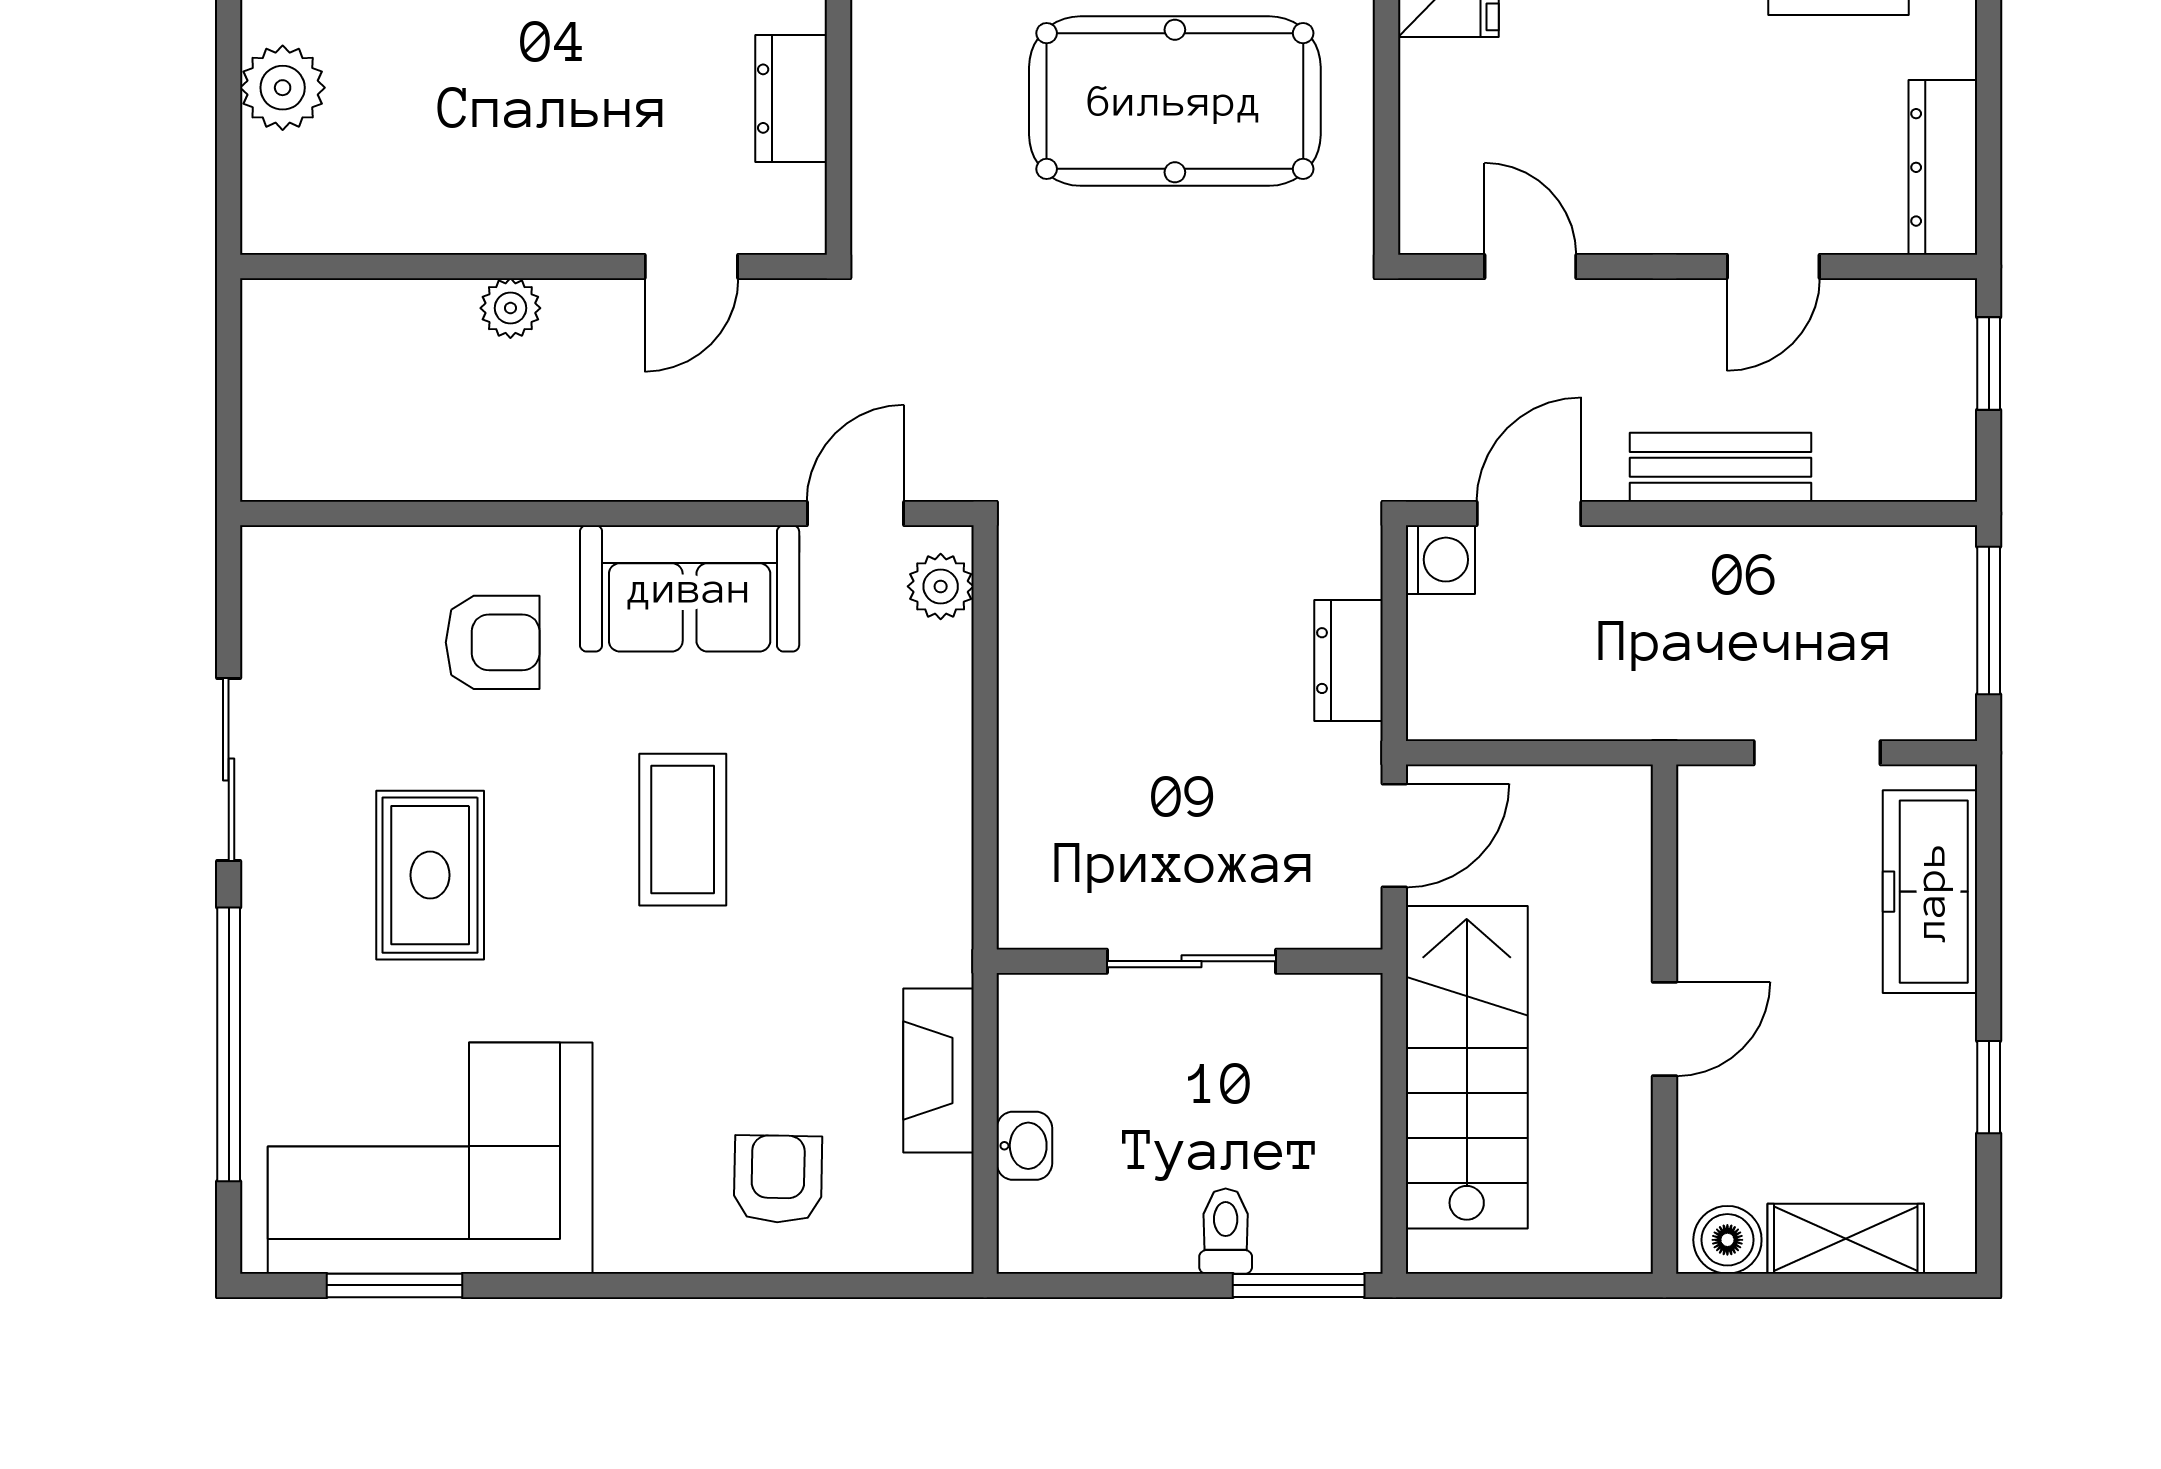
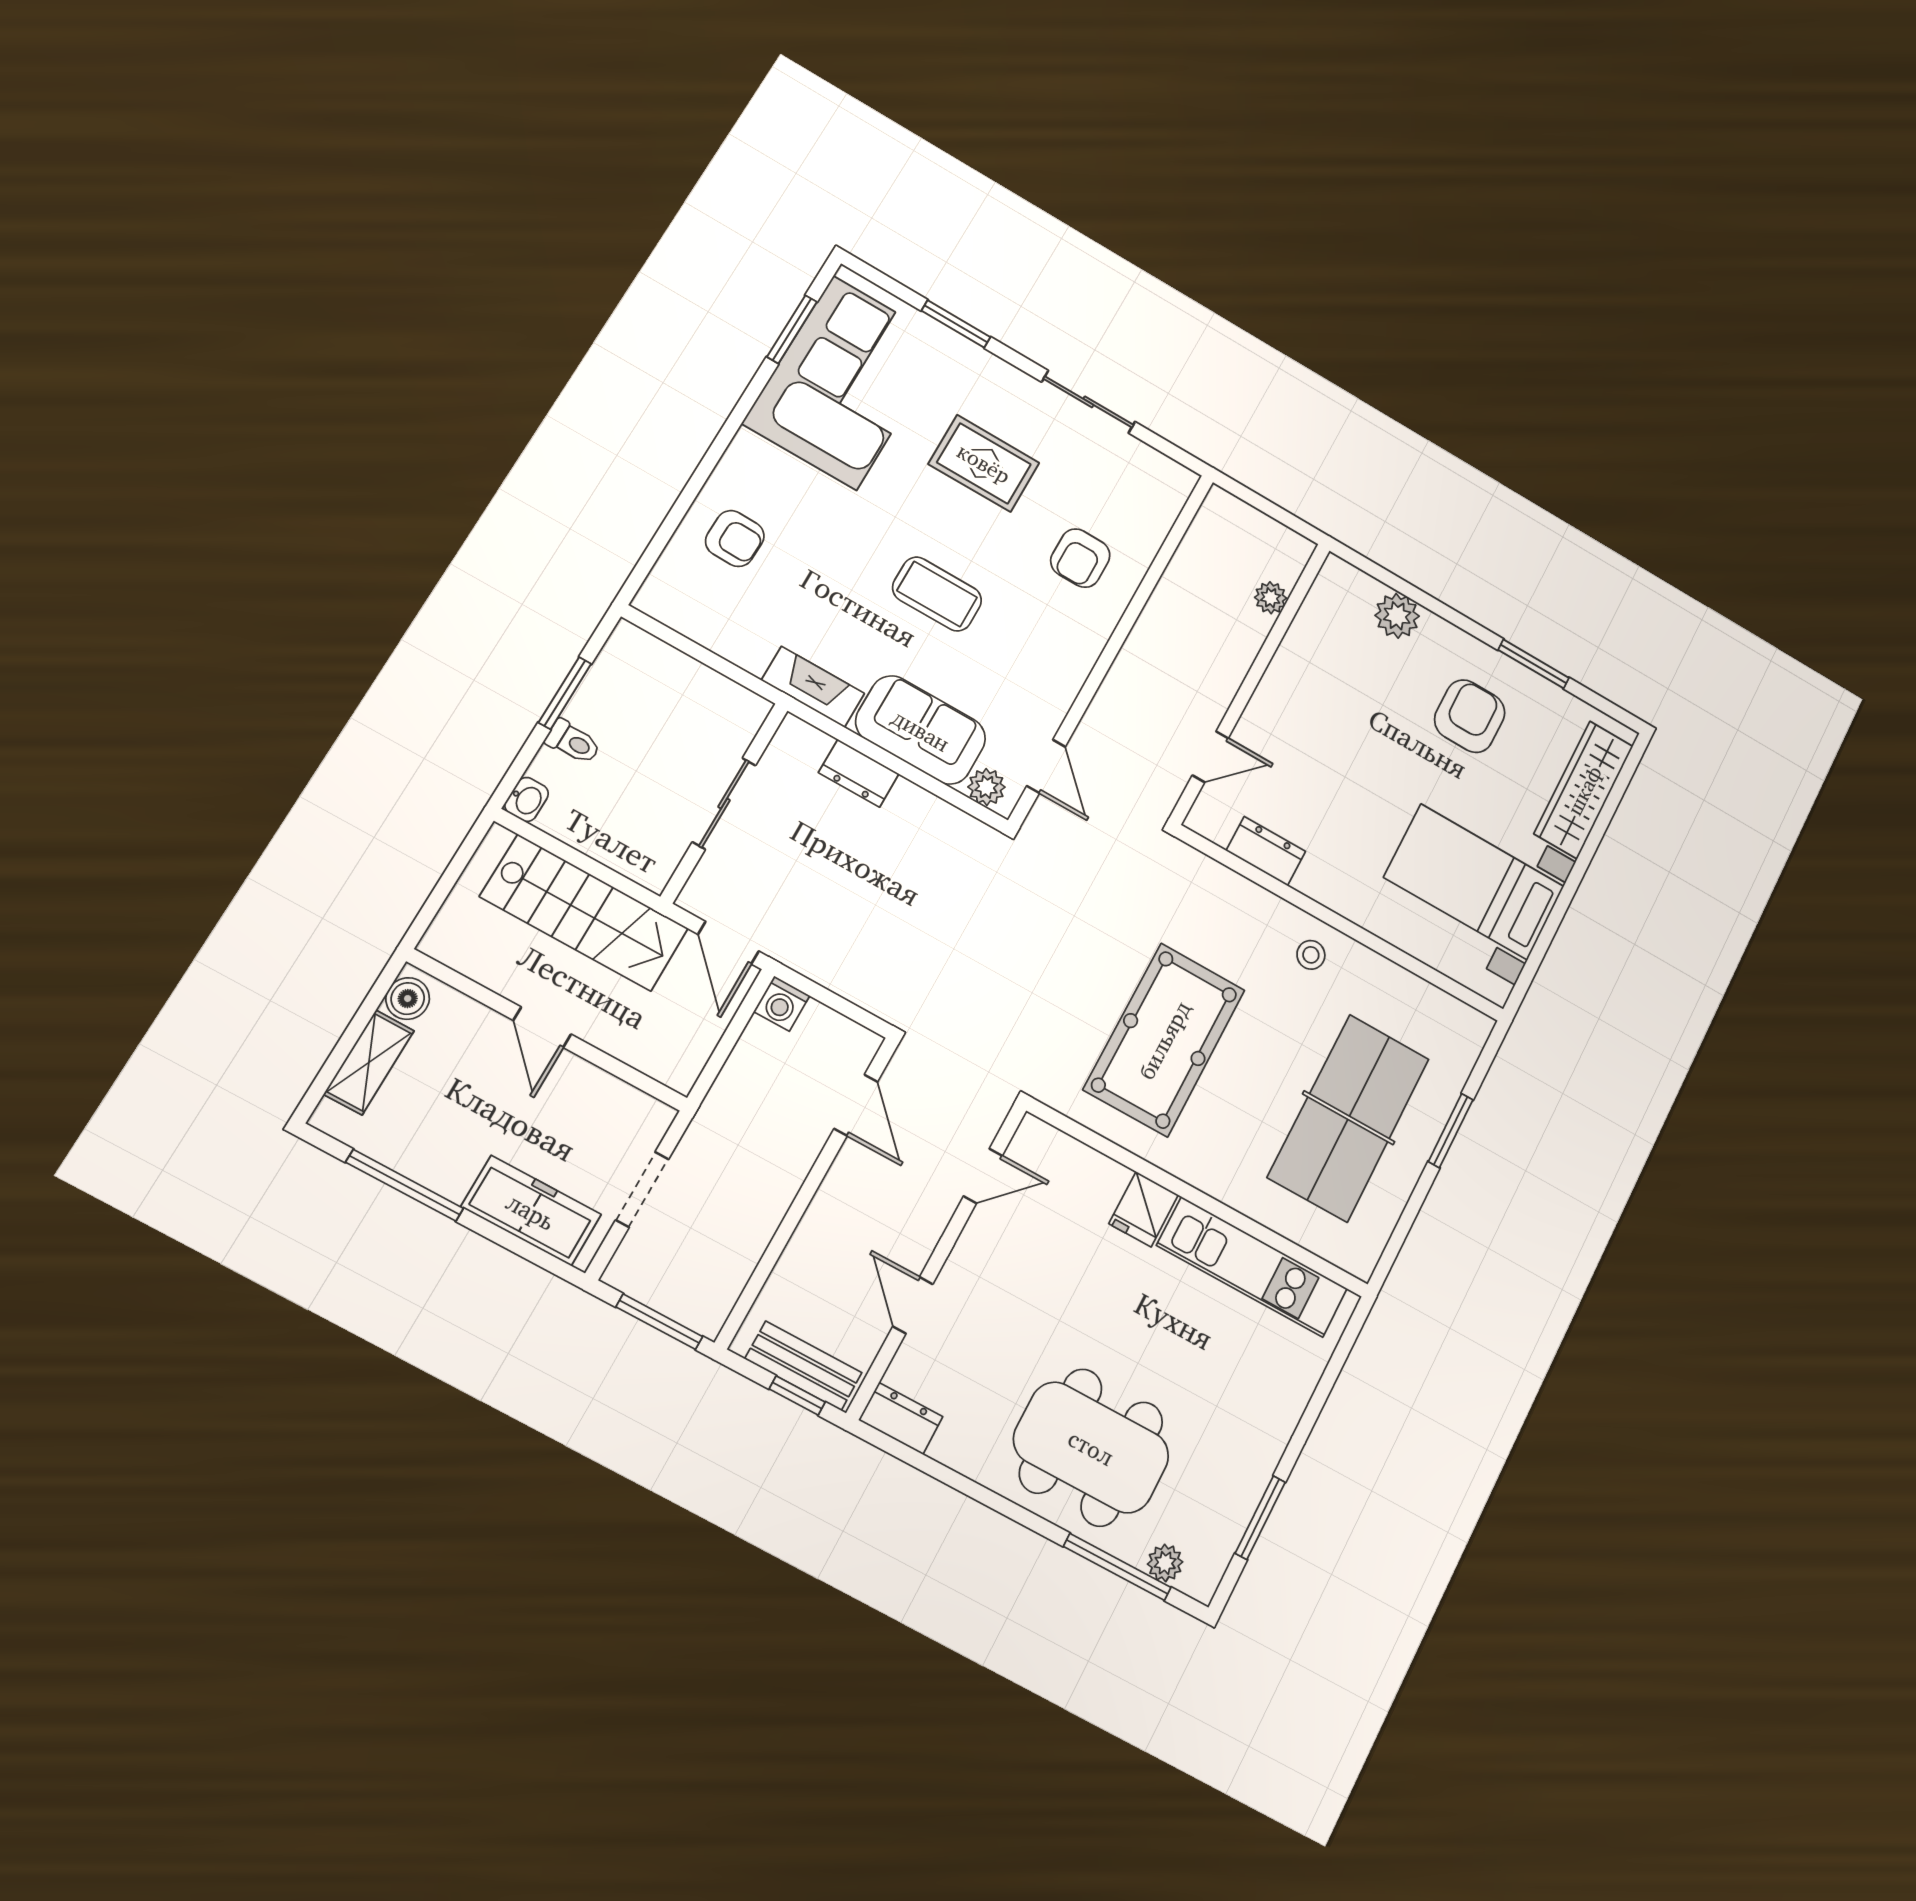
dresser: (1943, 167) -> (901, 1418), width x0.70
door: (691, 266) -> (1210, 757), swing flipped
plant: (510, 308) -> (1271, 598), moved
bench: (1720, 467) -> (803, 1366), moved, turned 90
washing machine: (1440, 560) -> (782, 1004), moved
sofa: (690, 588) -> (921, 730), moved, turned 90
dresser: (1349, 661) -> (859, 773), moved, turned 180
window: (229, 1044) -> (956, 324), width x0.47
fireplace: (938, 1070) -> (813, 687), moved
window: (1989, 1087) -> (405, 1185), width x2.17
washbasin: (1024, 1146) -> (527, 799), moved, turned -90
window: (1299, 1285) -> (565, 693), moved

